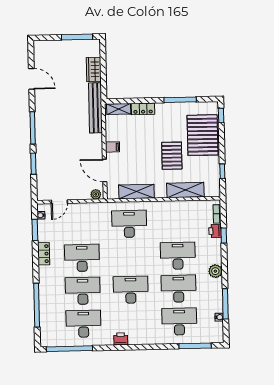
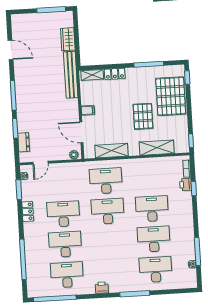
window: (222, 171) -> (191, 141), moved
dresser: (42, 179) -> (24, 142), added
plant: (215, 271) -> (187, 222), removed
desk: (131, 290) -> (108, 211), moved
window: (195, 346) -> (135, 294), moved

